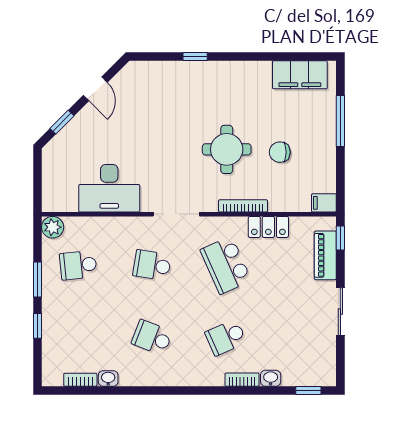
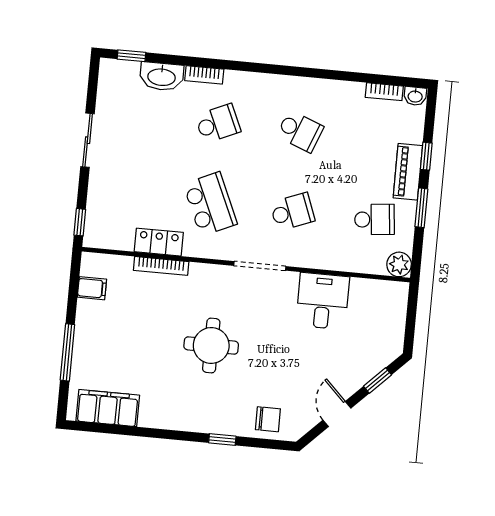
round table: (227, 149) -> (211, 345), moved
chair: (280, 152) -> (268, 419), moved
desk: (109, 188) -> (323, 301), width x0.73
filing cabinet: (324, 203) -> (92, 288), moved
bookcase: (243, 206) -> (161, 266), moved
piano: (325, 255) -> (408, 172), moved, turned 180
school desk: (152, 265) -> (292, 212), turned -30
washbasin: (108, 378) -> (415, 96), moved
washbasin: (271, 378) -> (162, 76), width x1.91, depth x1.45

